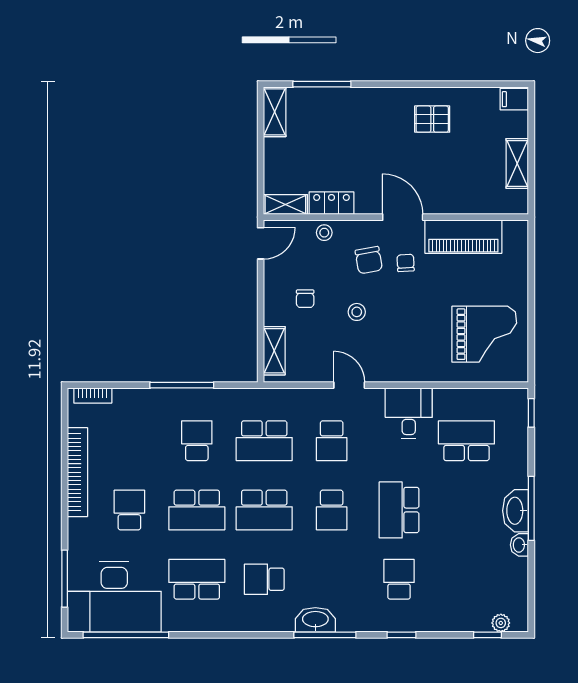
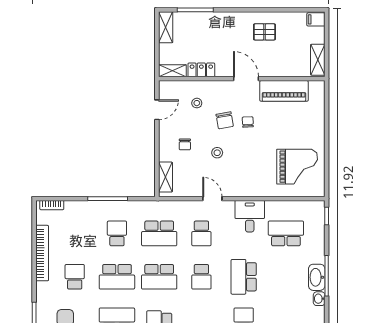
locker: (331, 203) -> (201, 70), moved
shelving: (285, 204) -> (172, 71), moved
wall: (396, 217) -> (242, 79), moved
door: (403, 217) -> (246, 79), moved
piano: (463, 237) -> (284, 91), moved

